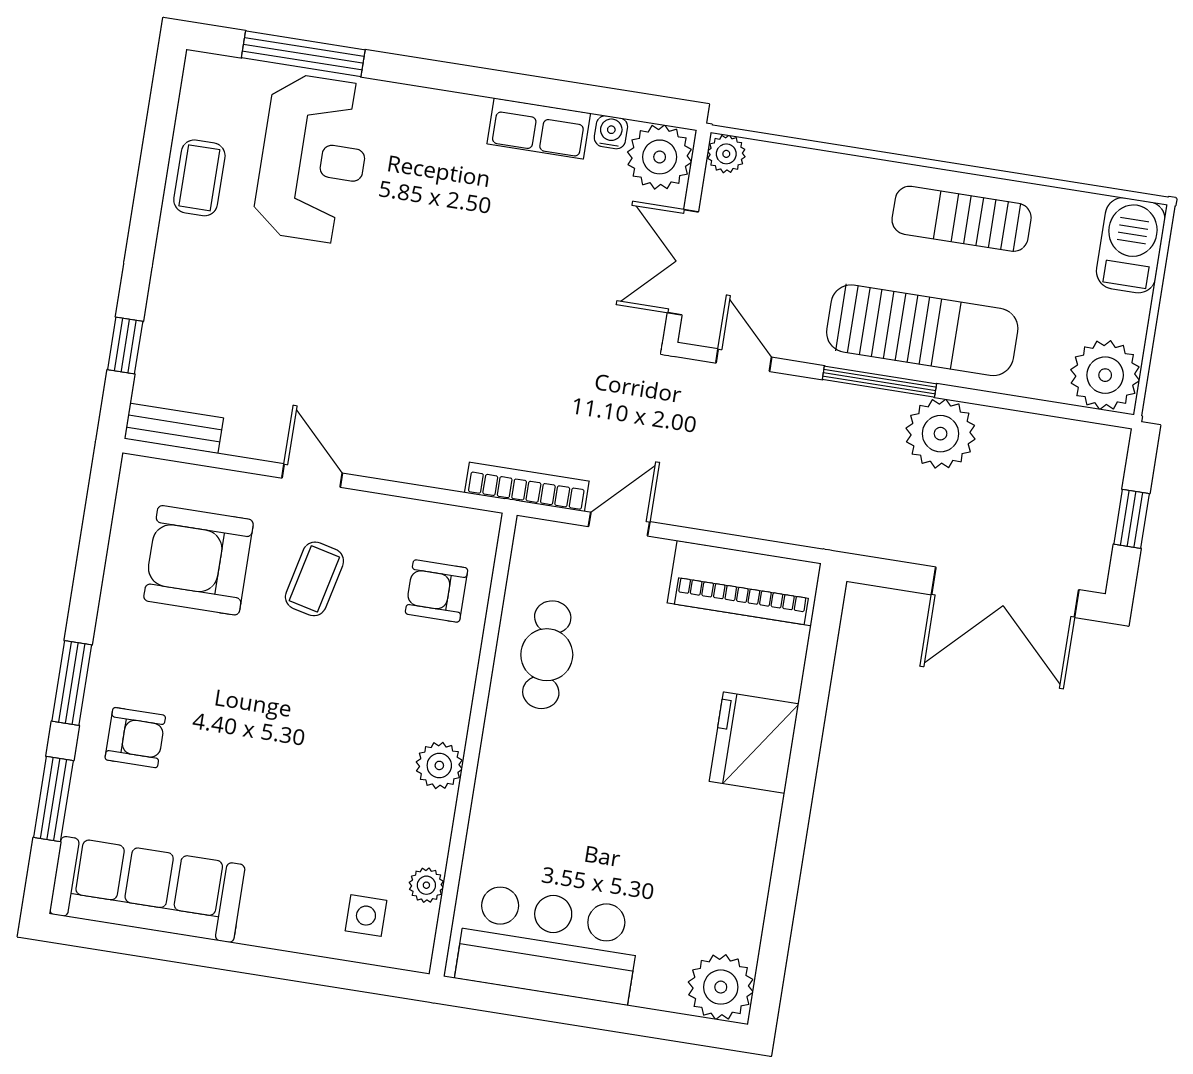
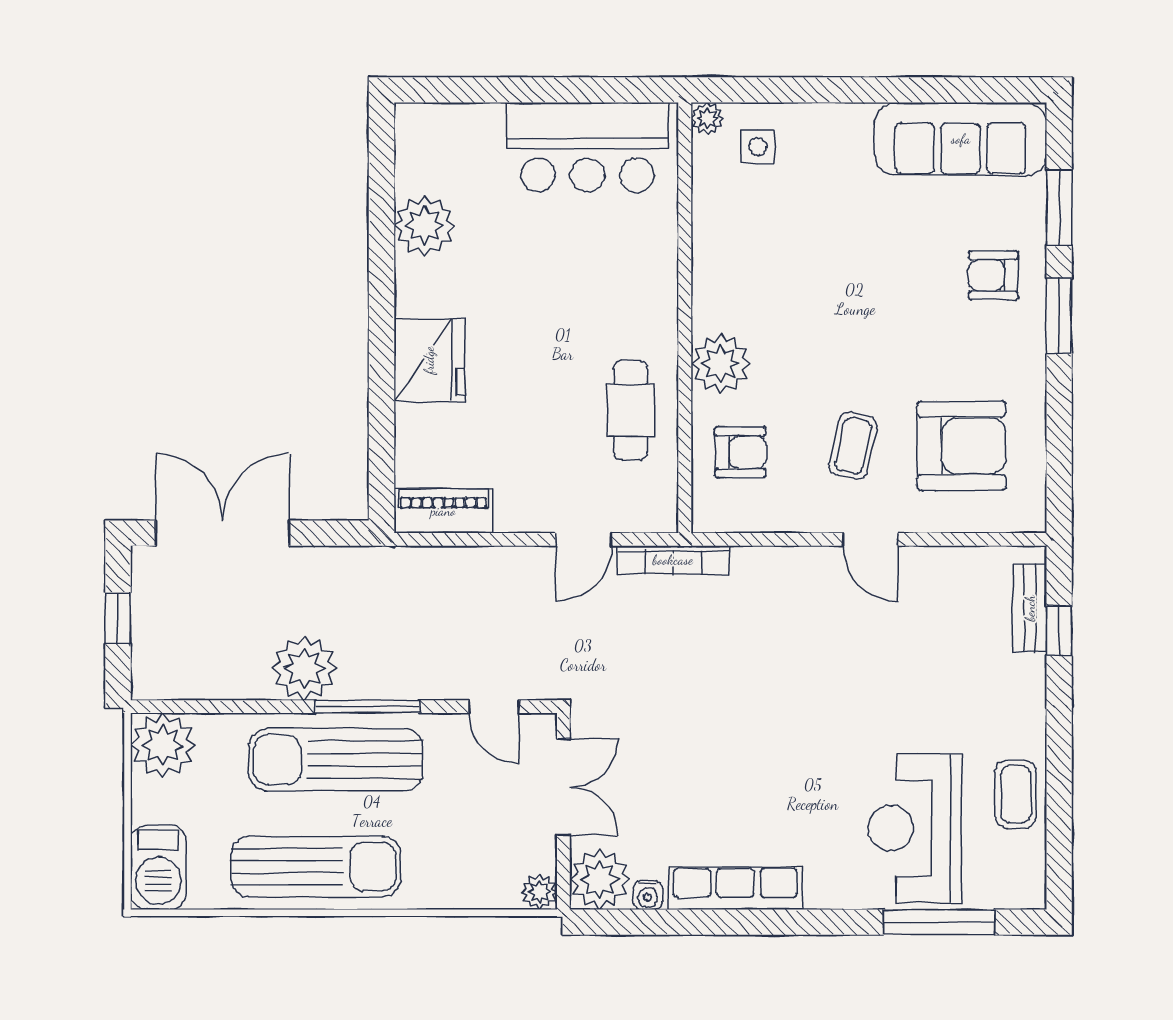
row of seats: (539, 128) -> (735, 888), width x1.48
sun lounger: (962, 219) -> (316, 867), width x1.36, depth x1.34
bench: (174, 428) -> (1030, 608), moved, turned 90
piano: (744, 583) -> (443, 511), width x0.73, depth x0.75
plant: (439, 765) -> (720, 364), moved, width x1.36, depth x1.36
plant: (426, 885) -> (707, 118), moved
plant: (721, 987) -> (424, 226), moved

